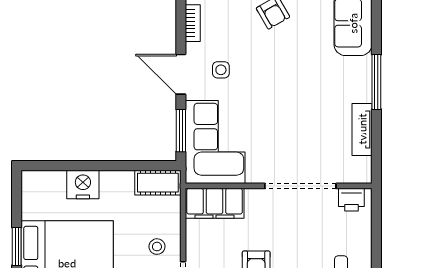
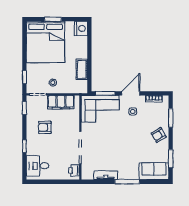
cot: (158, 183) -> (82, 69), moved
nightstand: (83, 185) -> (81, 28), moved
filing cabinet: (215, 203) -> (61, 102), moved, turned -90

